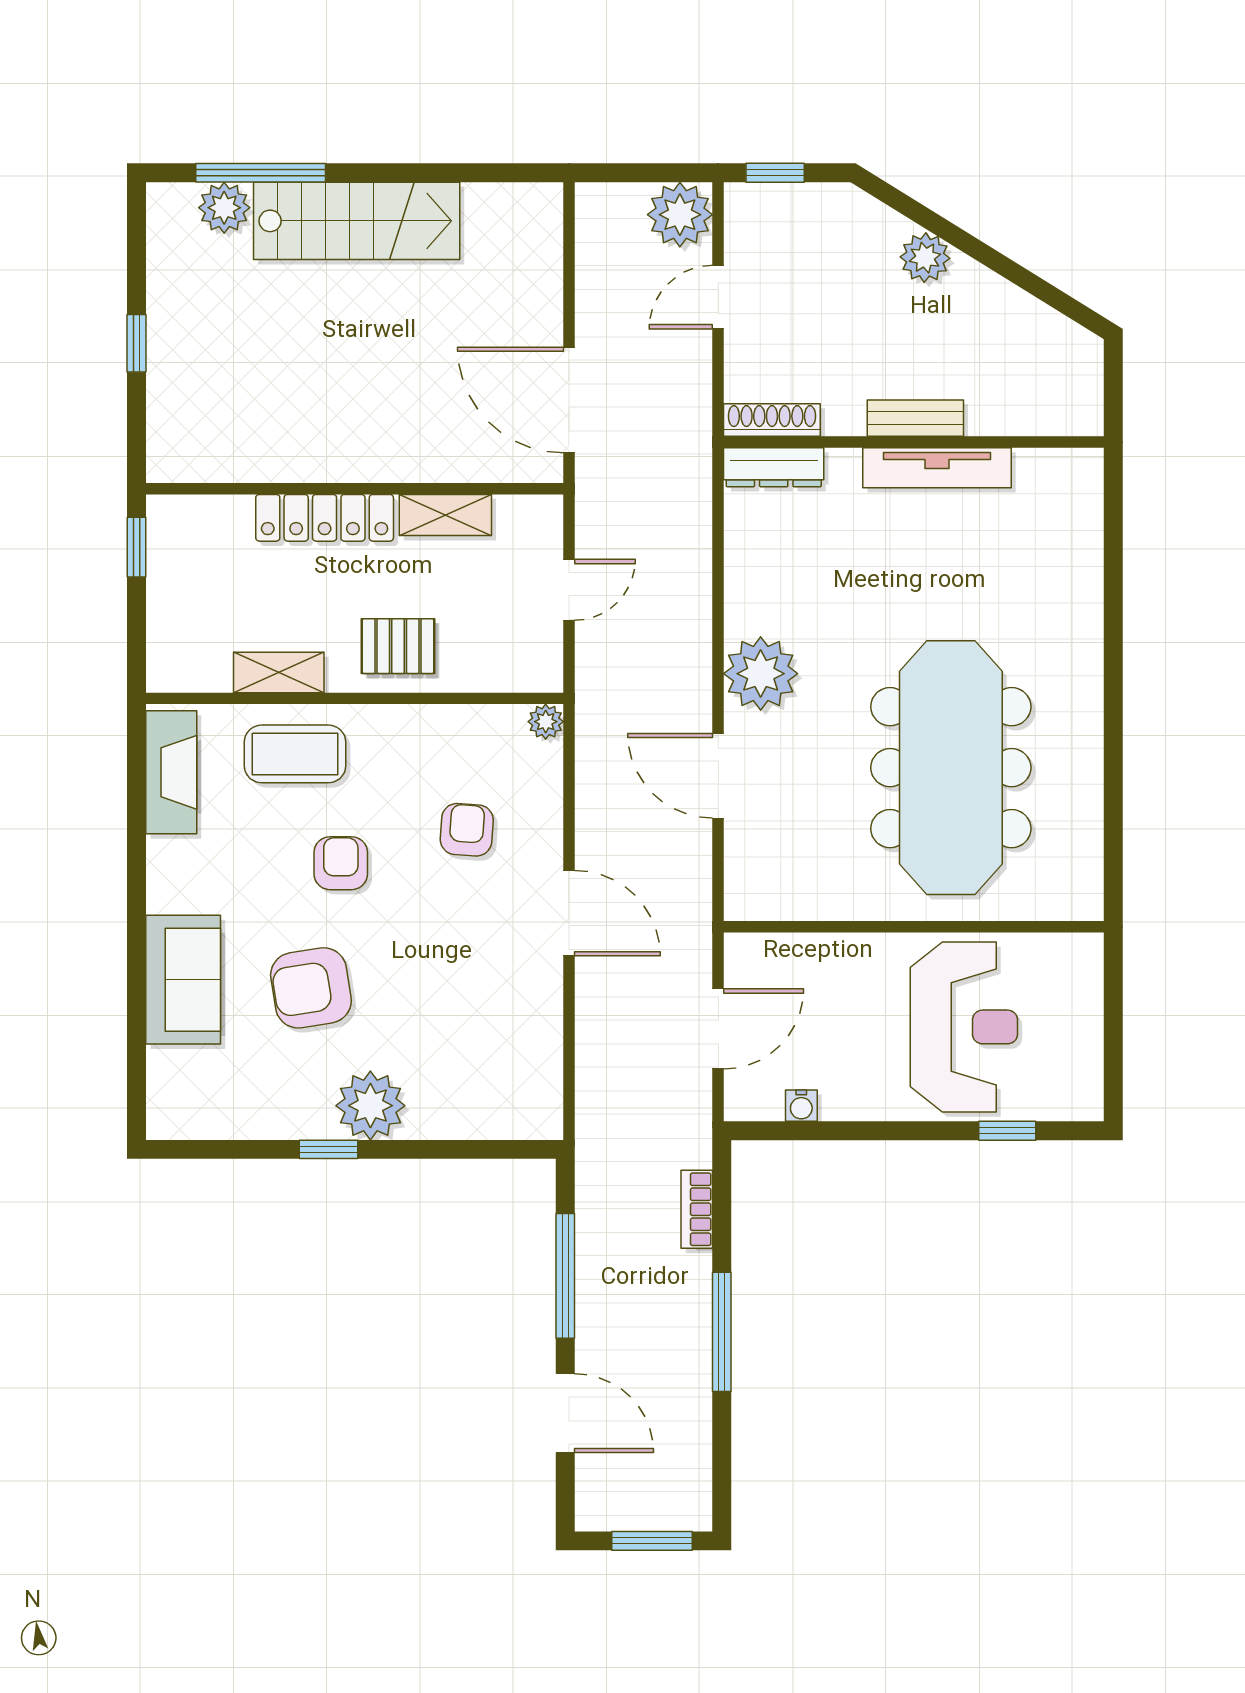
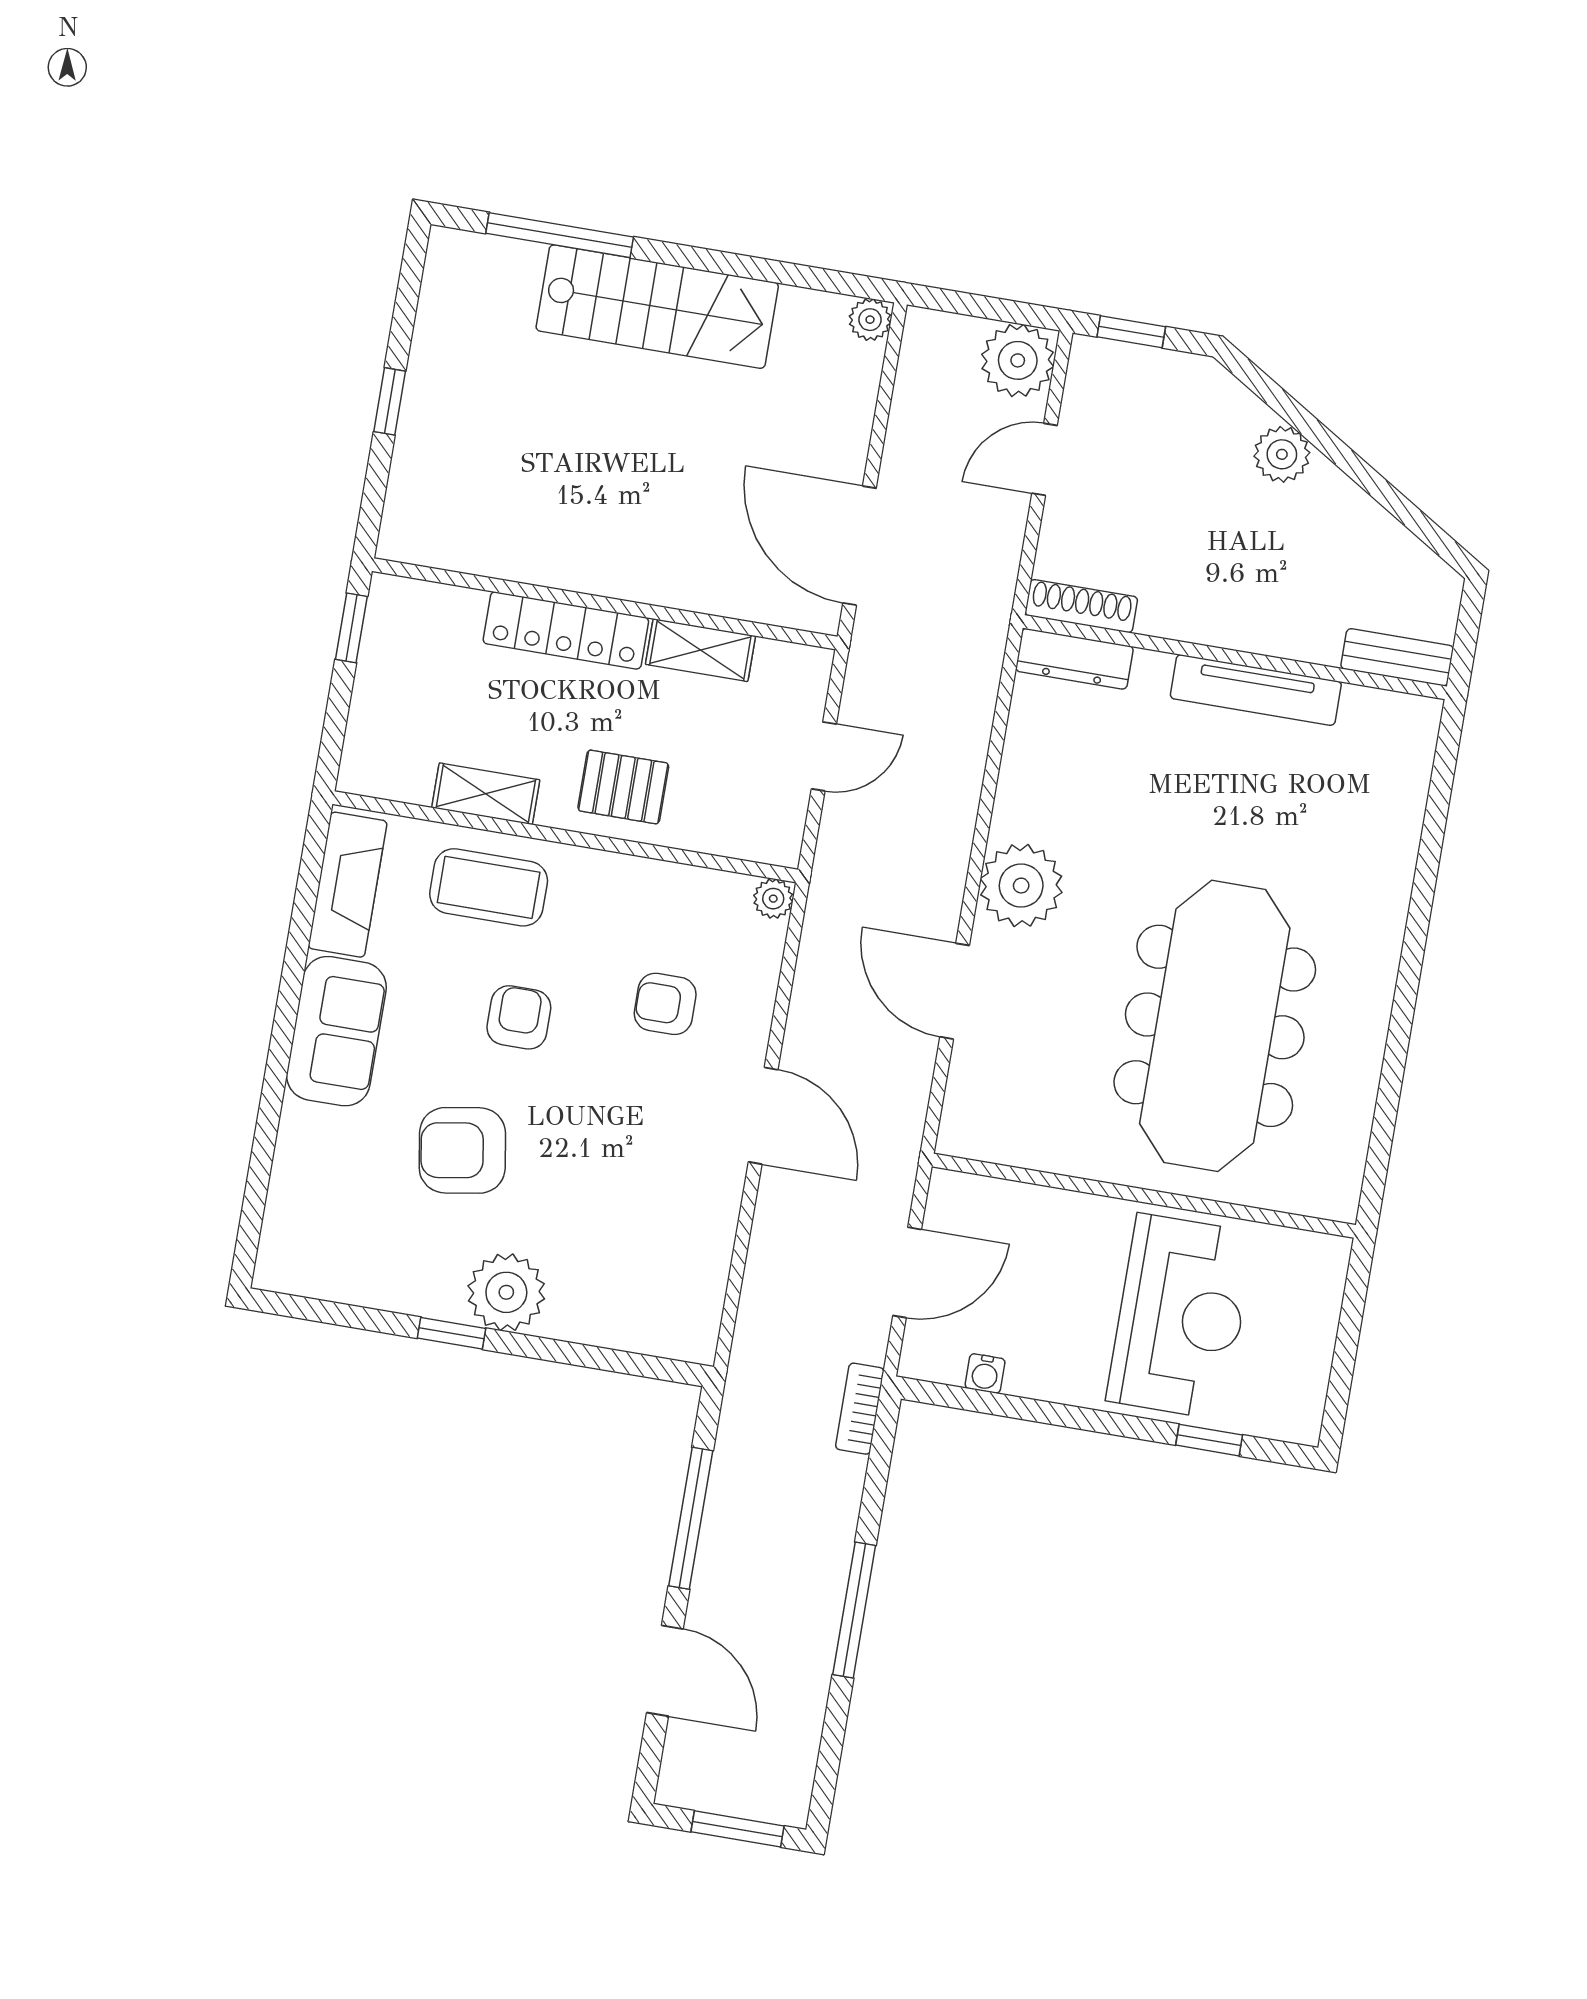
plant: (224, 208) -> (870, 320), moved, width x0.73, depth x0.73
bench: (915, 418) -> (1397, 657), moved
armchair: (467, 830) -> (665, 1004), turned -94
sofa: (183, 980) -> (336, 1031), moved
bookcase: (697, 1209) -> (860, 1409), moved

